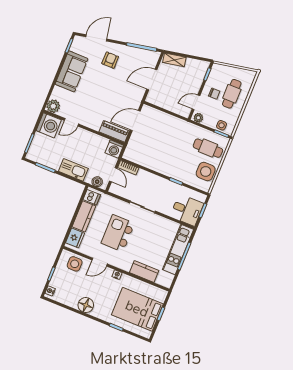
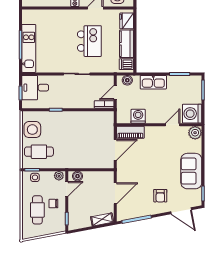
door: (96, 38) -> (181, 211), hinge flipped
boiler: (181, 110) -> (78, 176), added
washing machine: (114, 149) -> (138, 116), moved
door: (113, 175) -> (115, 92), hinge flipped
kitchen counter: (144, 271) -> (51, 16), removed

